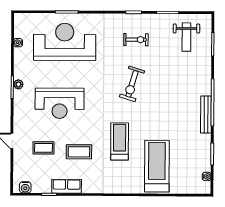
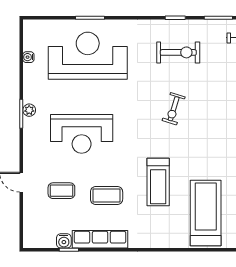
exercise bike: (136, 40) -> (178, 52), width x1.38, depth x1.39
exercise bike: (132, 84) -> (174, 109), width x0.73, depth x0.72
treadmill: (120, 141) -> (158, 182), turned 180
row of seats: (67, 186) -> (100, 239), width x1.48
water cooler: (25, 187) -> (64, 241), moved

